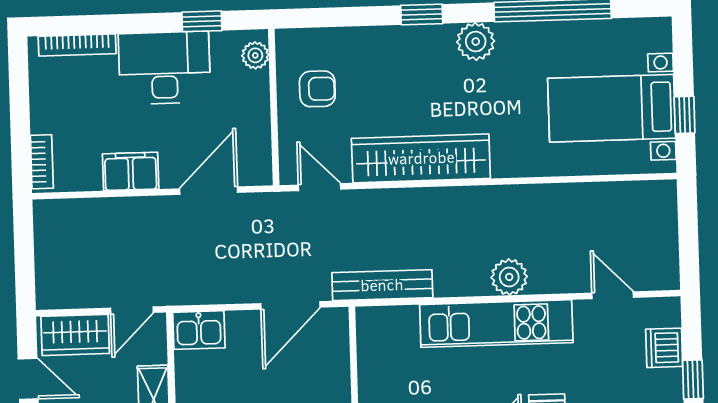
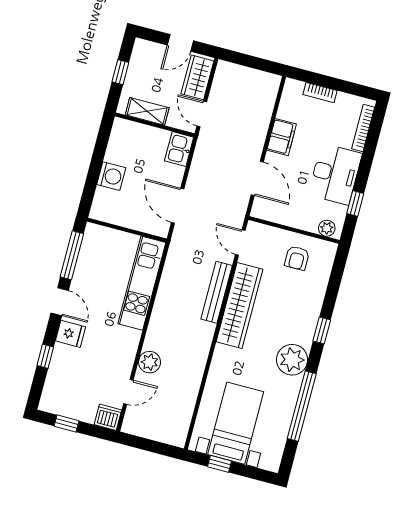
plant: (476, 41) -> (292, 360), width x1.36, depth x1.36
bookcase: (42, 162) -> (320, 93), moved
door: (320, 187) -> (240, 242), swing flipped
plant: (509, 277) -> (150, 362), moved
bench: (382, 285) -> (217, 292), moved
kitchen unit: (496, 324) -> (142, 283), moved
dishwasher: (664, 348) -> (108, 417), moved

